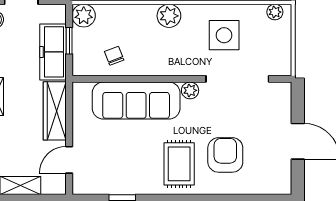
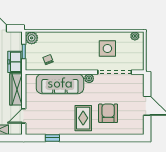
plant: (169, 16) -> (78, 38), removed
freezer: (53, 52) -> (15, 62), width x0.71

